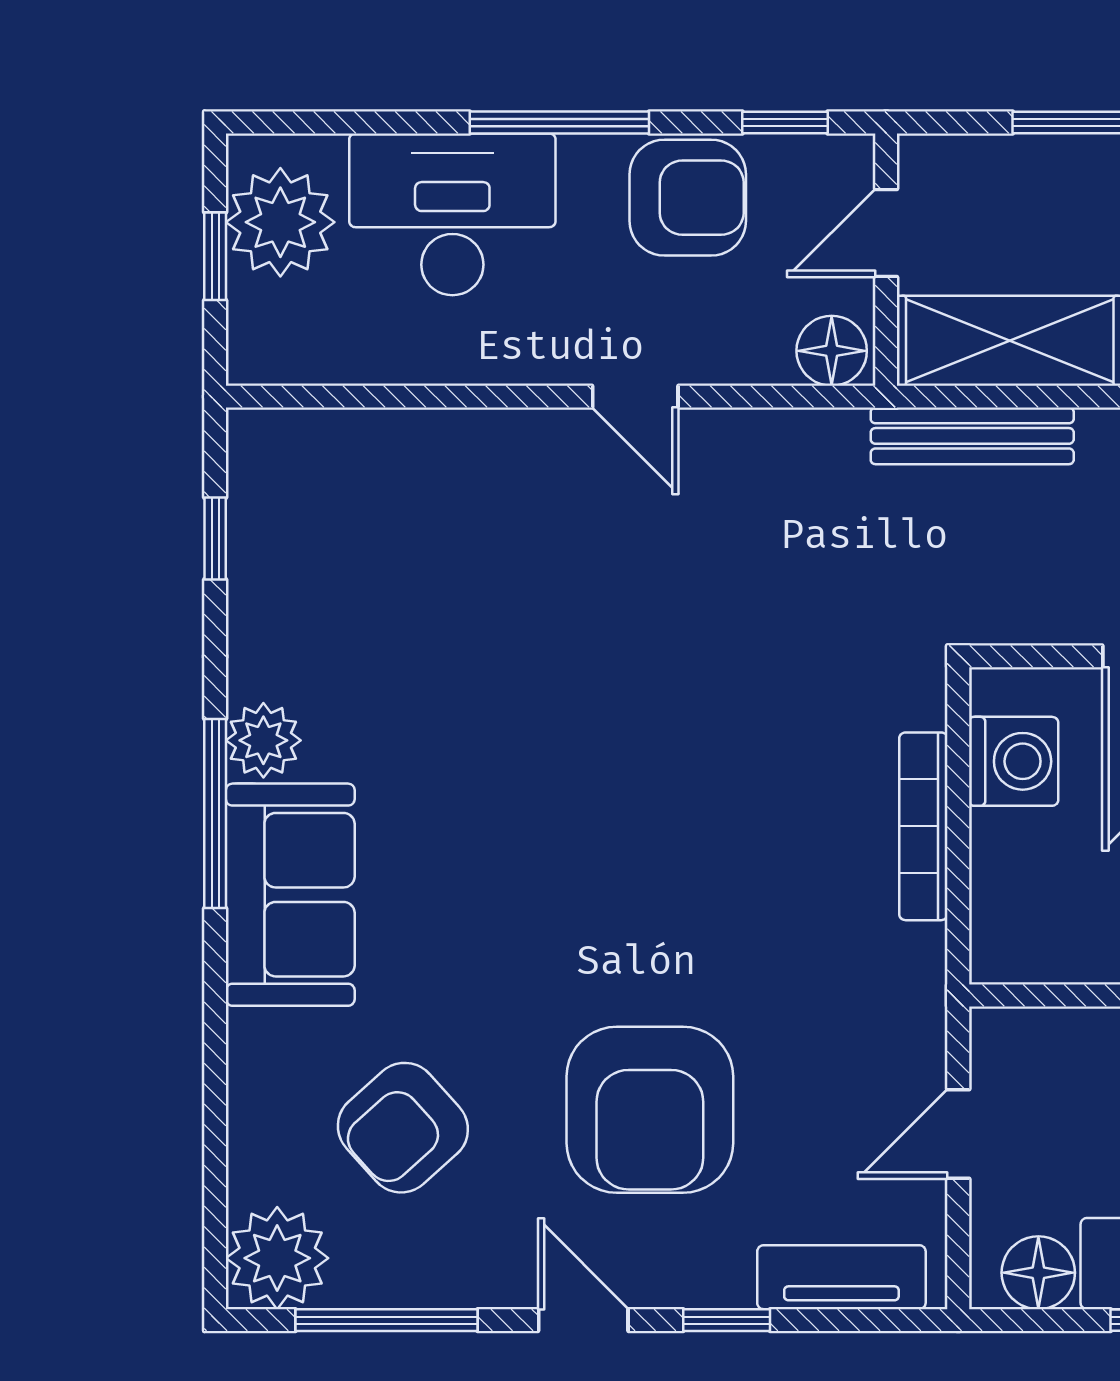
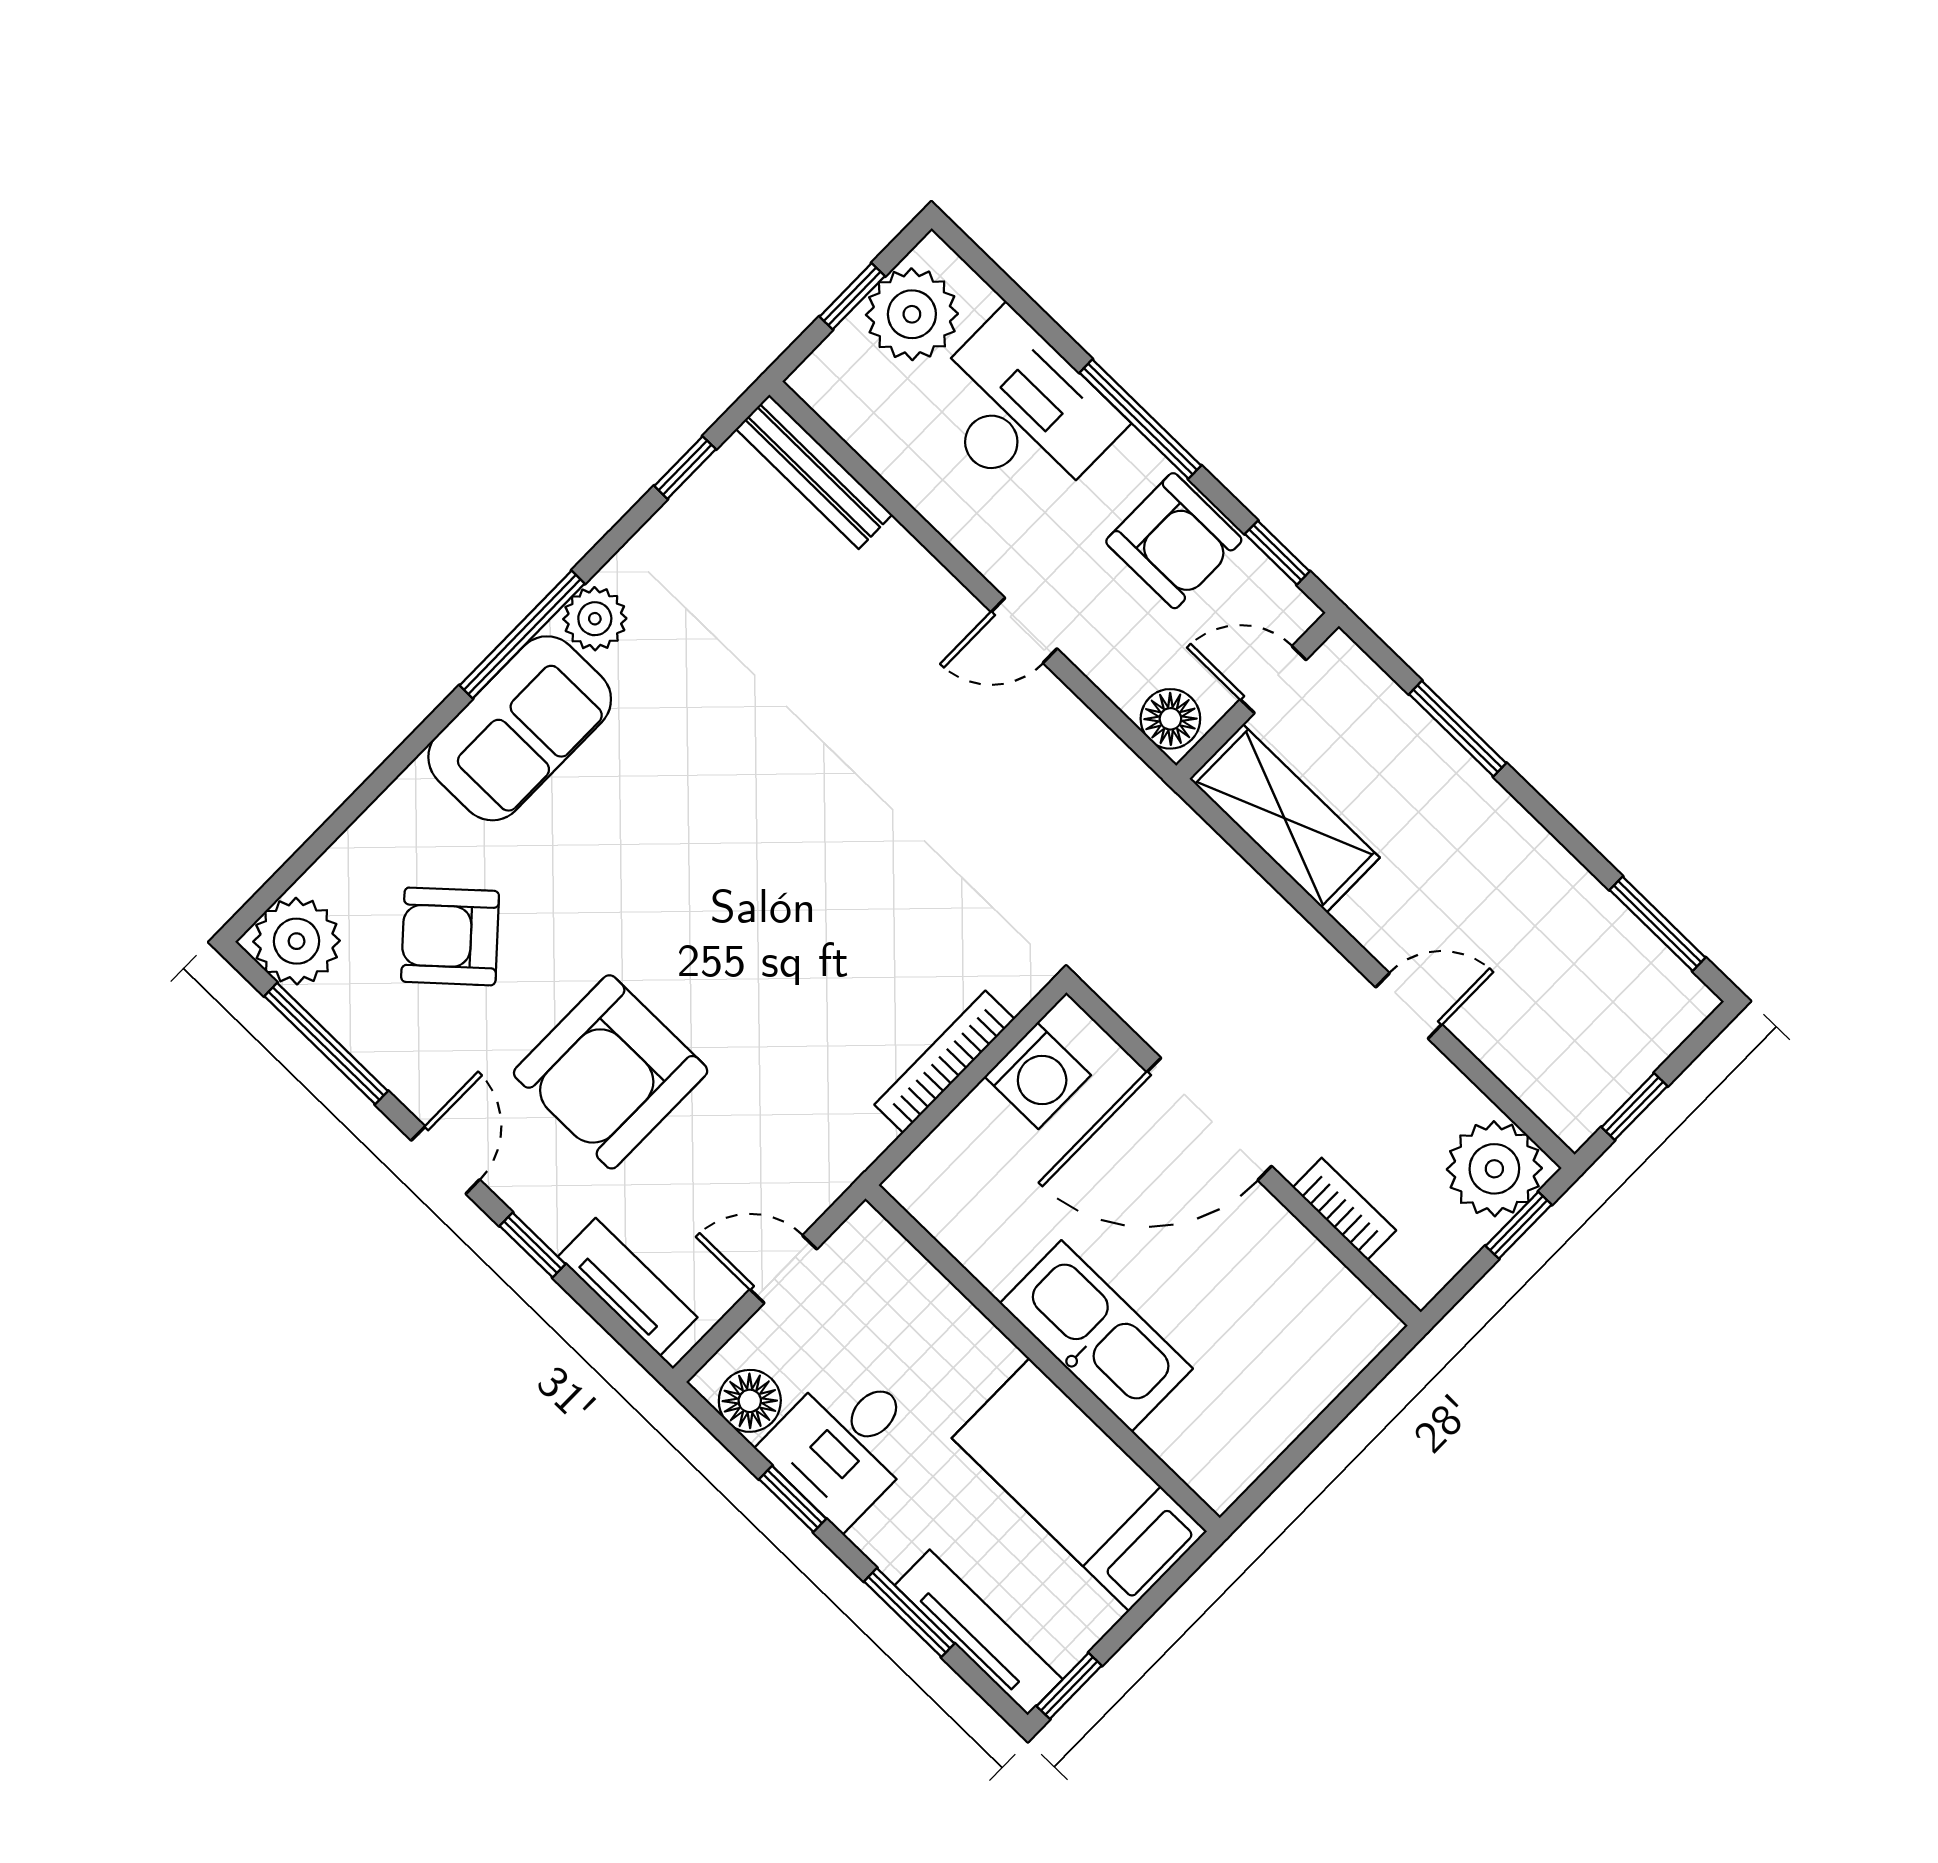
door: (635, 397) -> (1024, 630), hinge flipped
bench: (972, 436) -> (814, 472), moved

